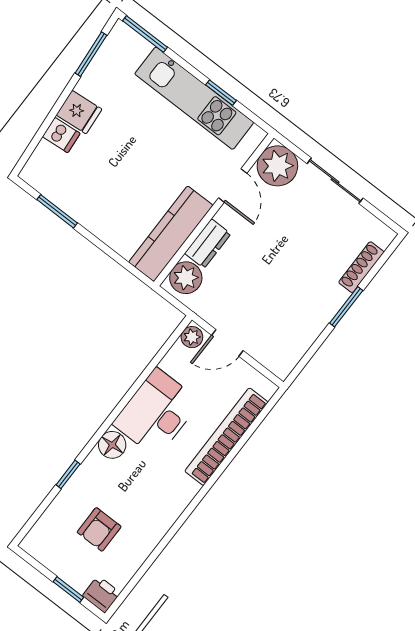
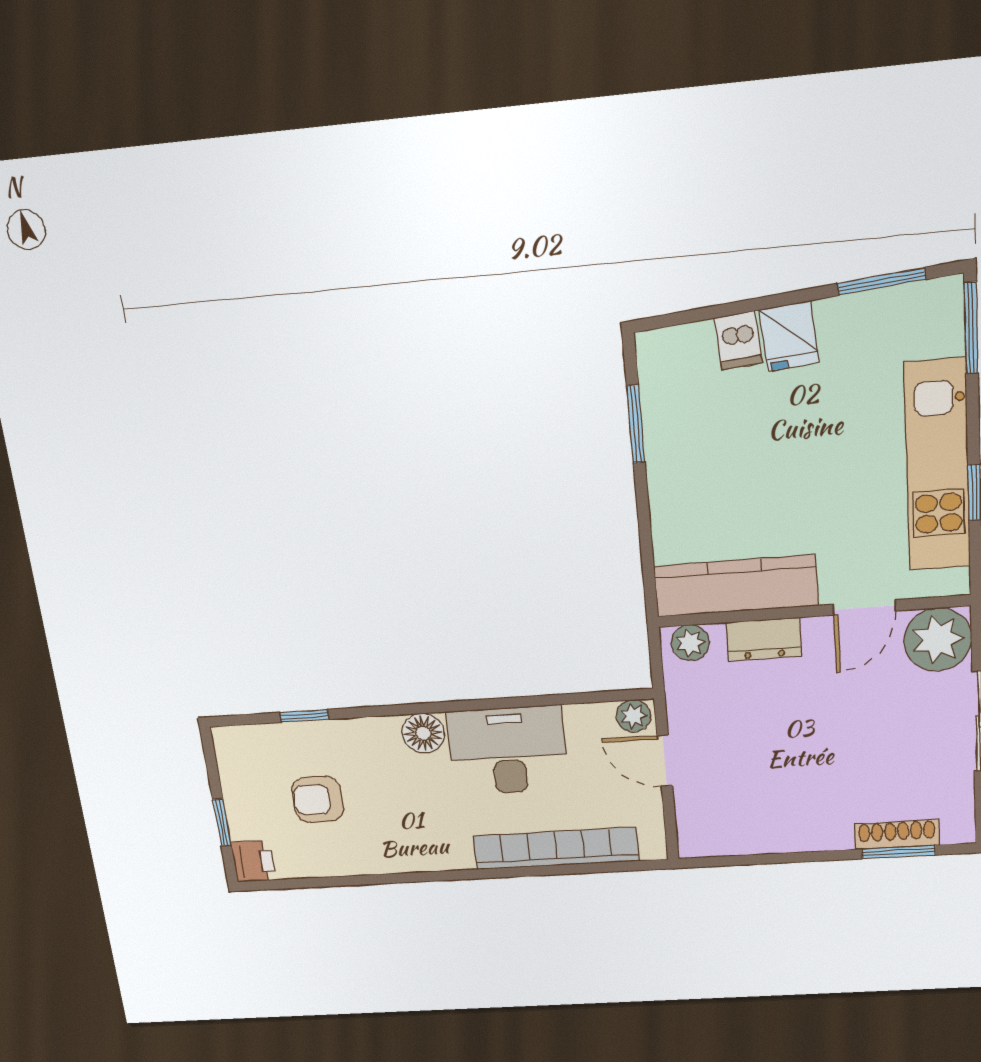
plant: (186, 278) -> (690, 643), width x0.73, depth x0.73
window: (346, 307) -> (899, 852), moved
window: (68, 474) -> (304, 716), moved

